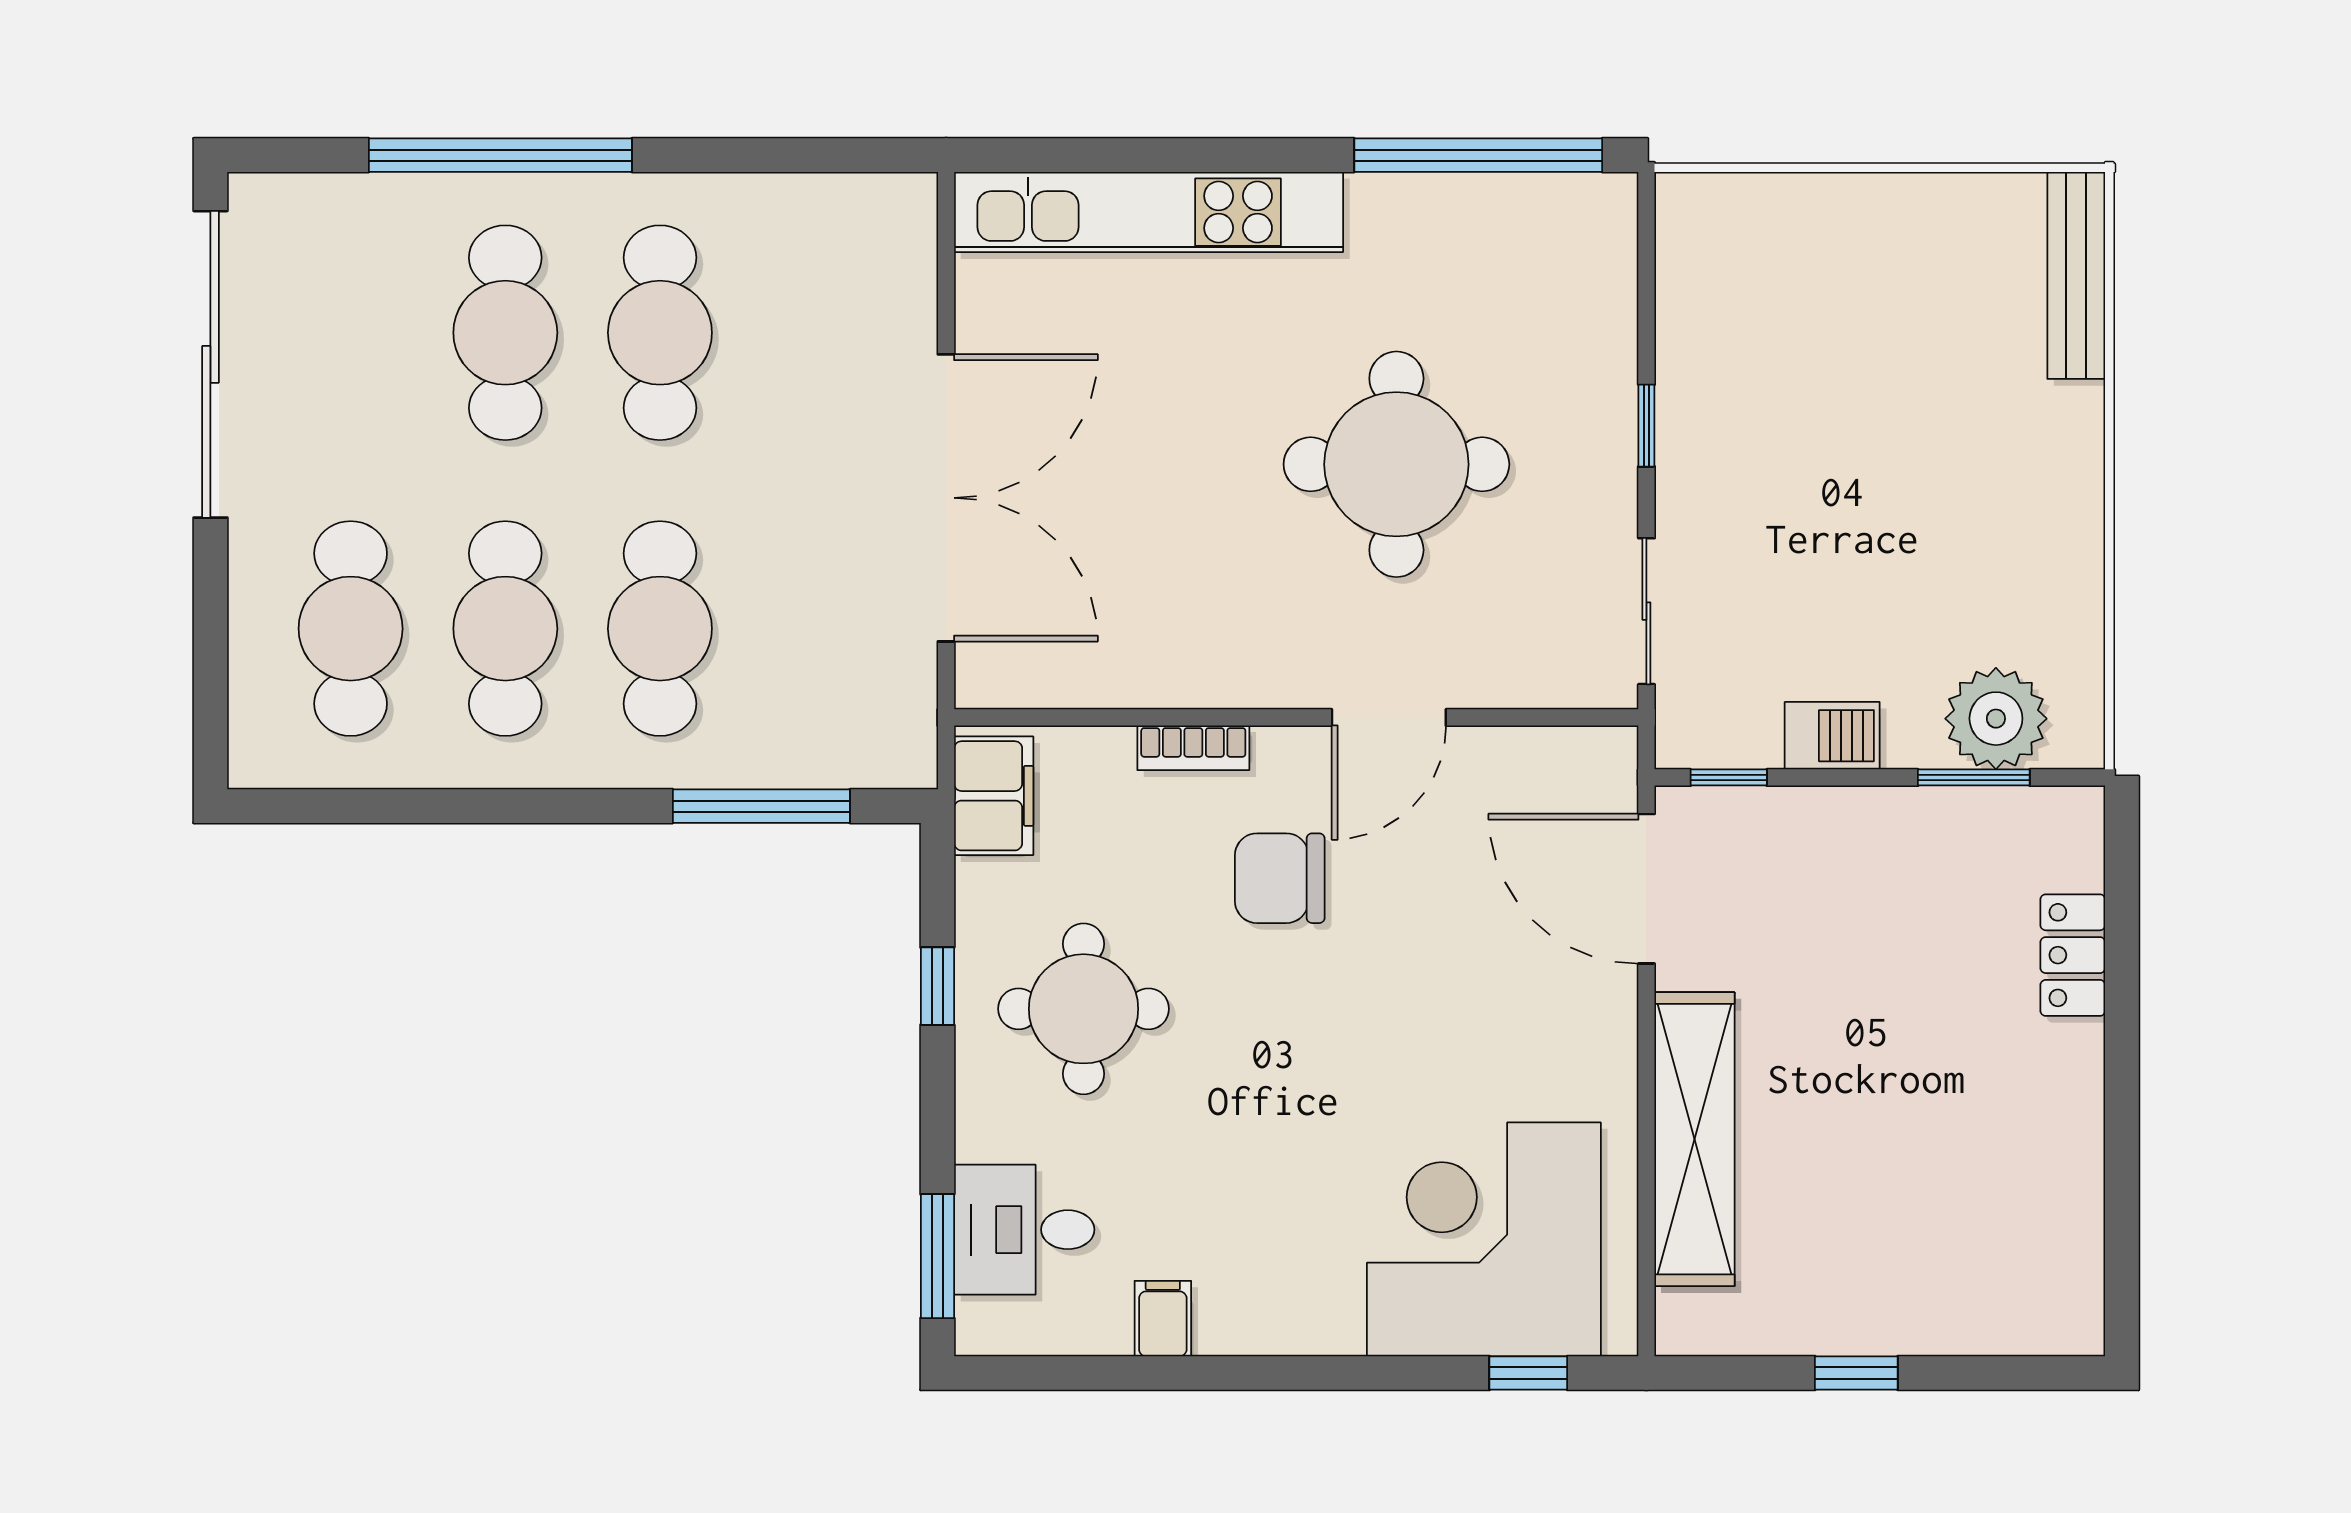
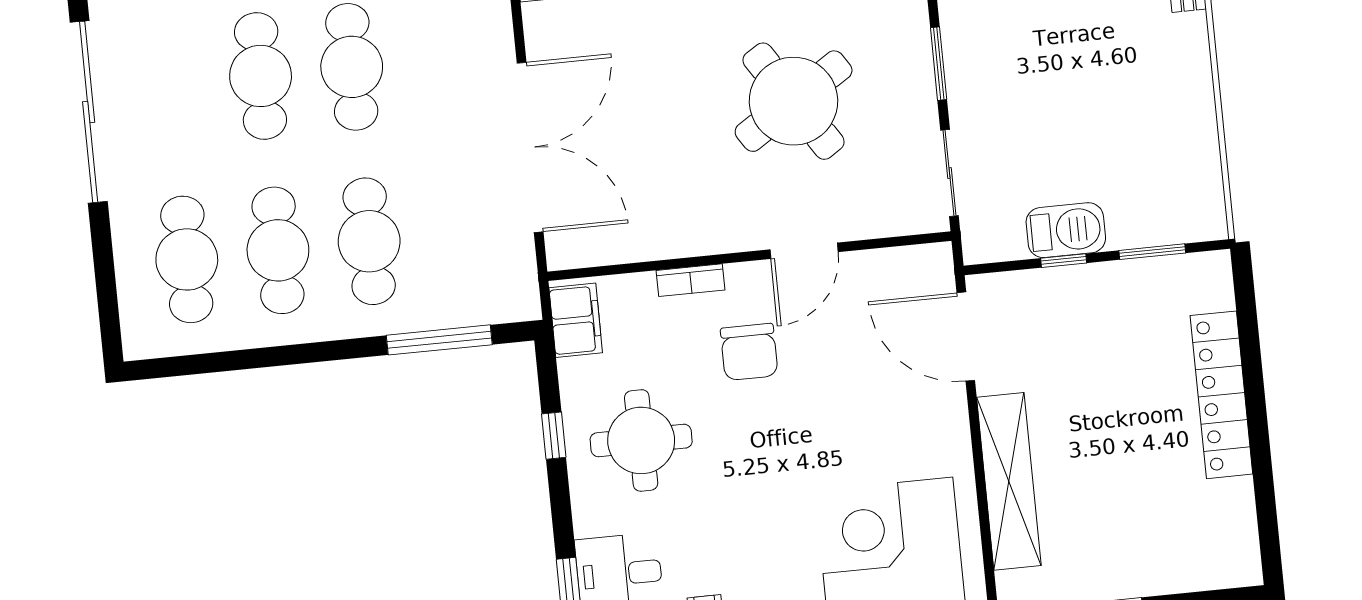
window: (1646, 426) -> (939, 64), width x1.50
round table: (1396, 464) -> (794, 101), turned -33
plant: (1996, 719) -> (1162, 216), removed
barbecue: (1832, 736) -> (1066, 230), width x1.38, depth x1.27
window: (1729, 777) -> (1064, 261), moved
chair: (1280, 878) -> (749, 352), turned -90
locker: (2073, 955) -> (1221, 395), width x2.16, depth x1.21

